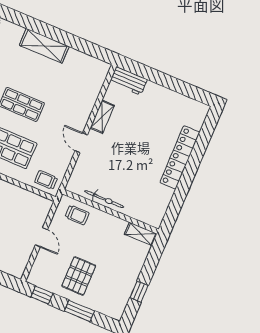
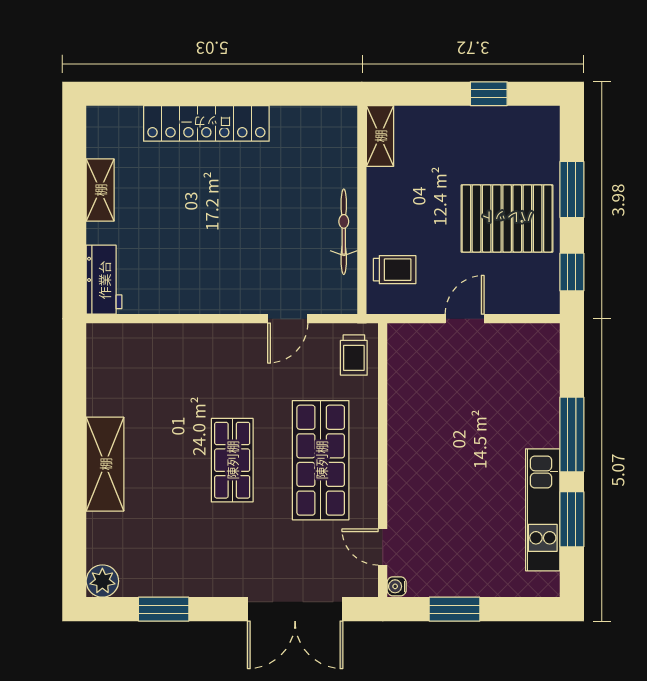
shelving: (102, 117) -> (100, 190), moved, turned 90
door: (81, 143) -> (288, 319), moved
trolley: (77, 215) -> (395, 270), turned 90
pallet: (79, 276) -> (507, 218), width x1.37, depth x1.41

